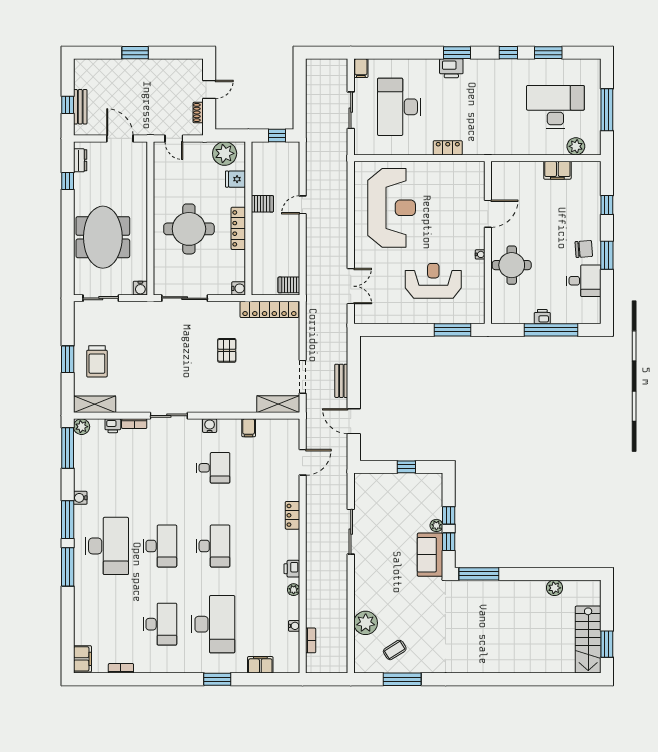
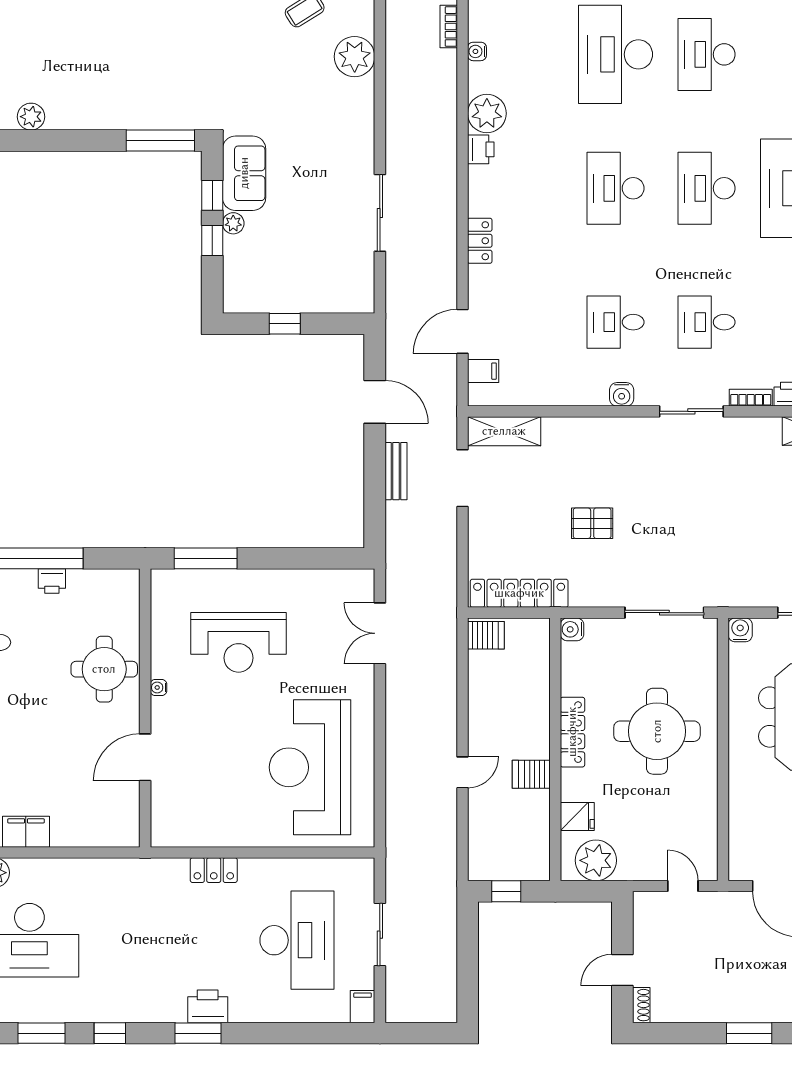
shoe rack: (198, 113) -> (641, 1005), moved
pallet: (227, 350) -> (592, 523), turned 90
filing cabinet: (249, 428) -> (483, 371), moved, turned 90
desk: (160, 468) -> (707, 322), added
plant: (294, 590) -> (487, 113), width x1.88, depth x1.88

